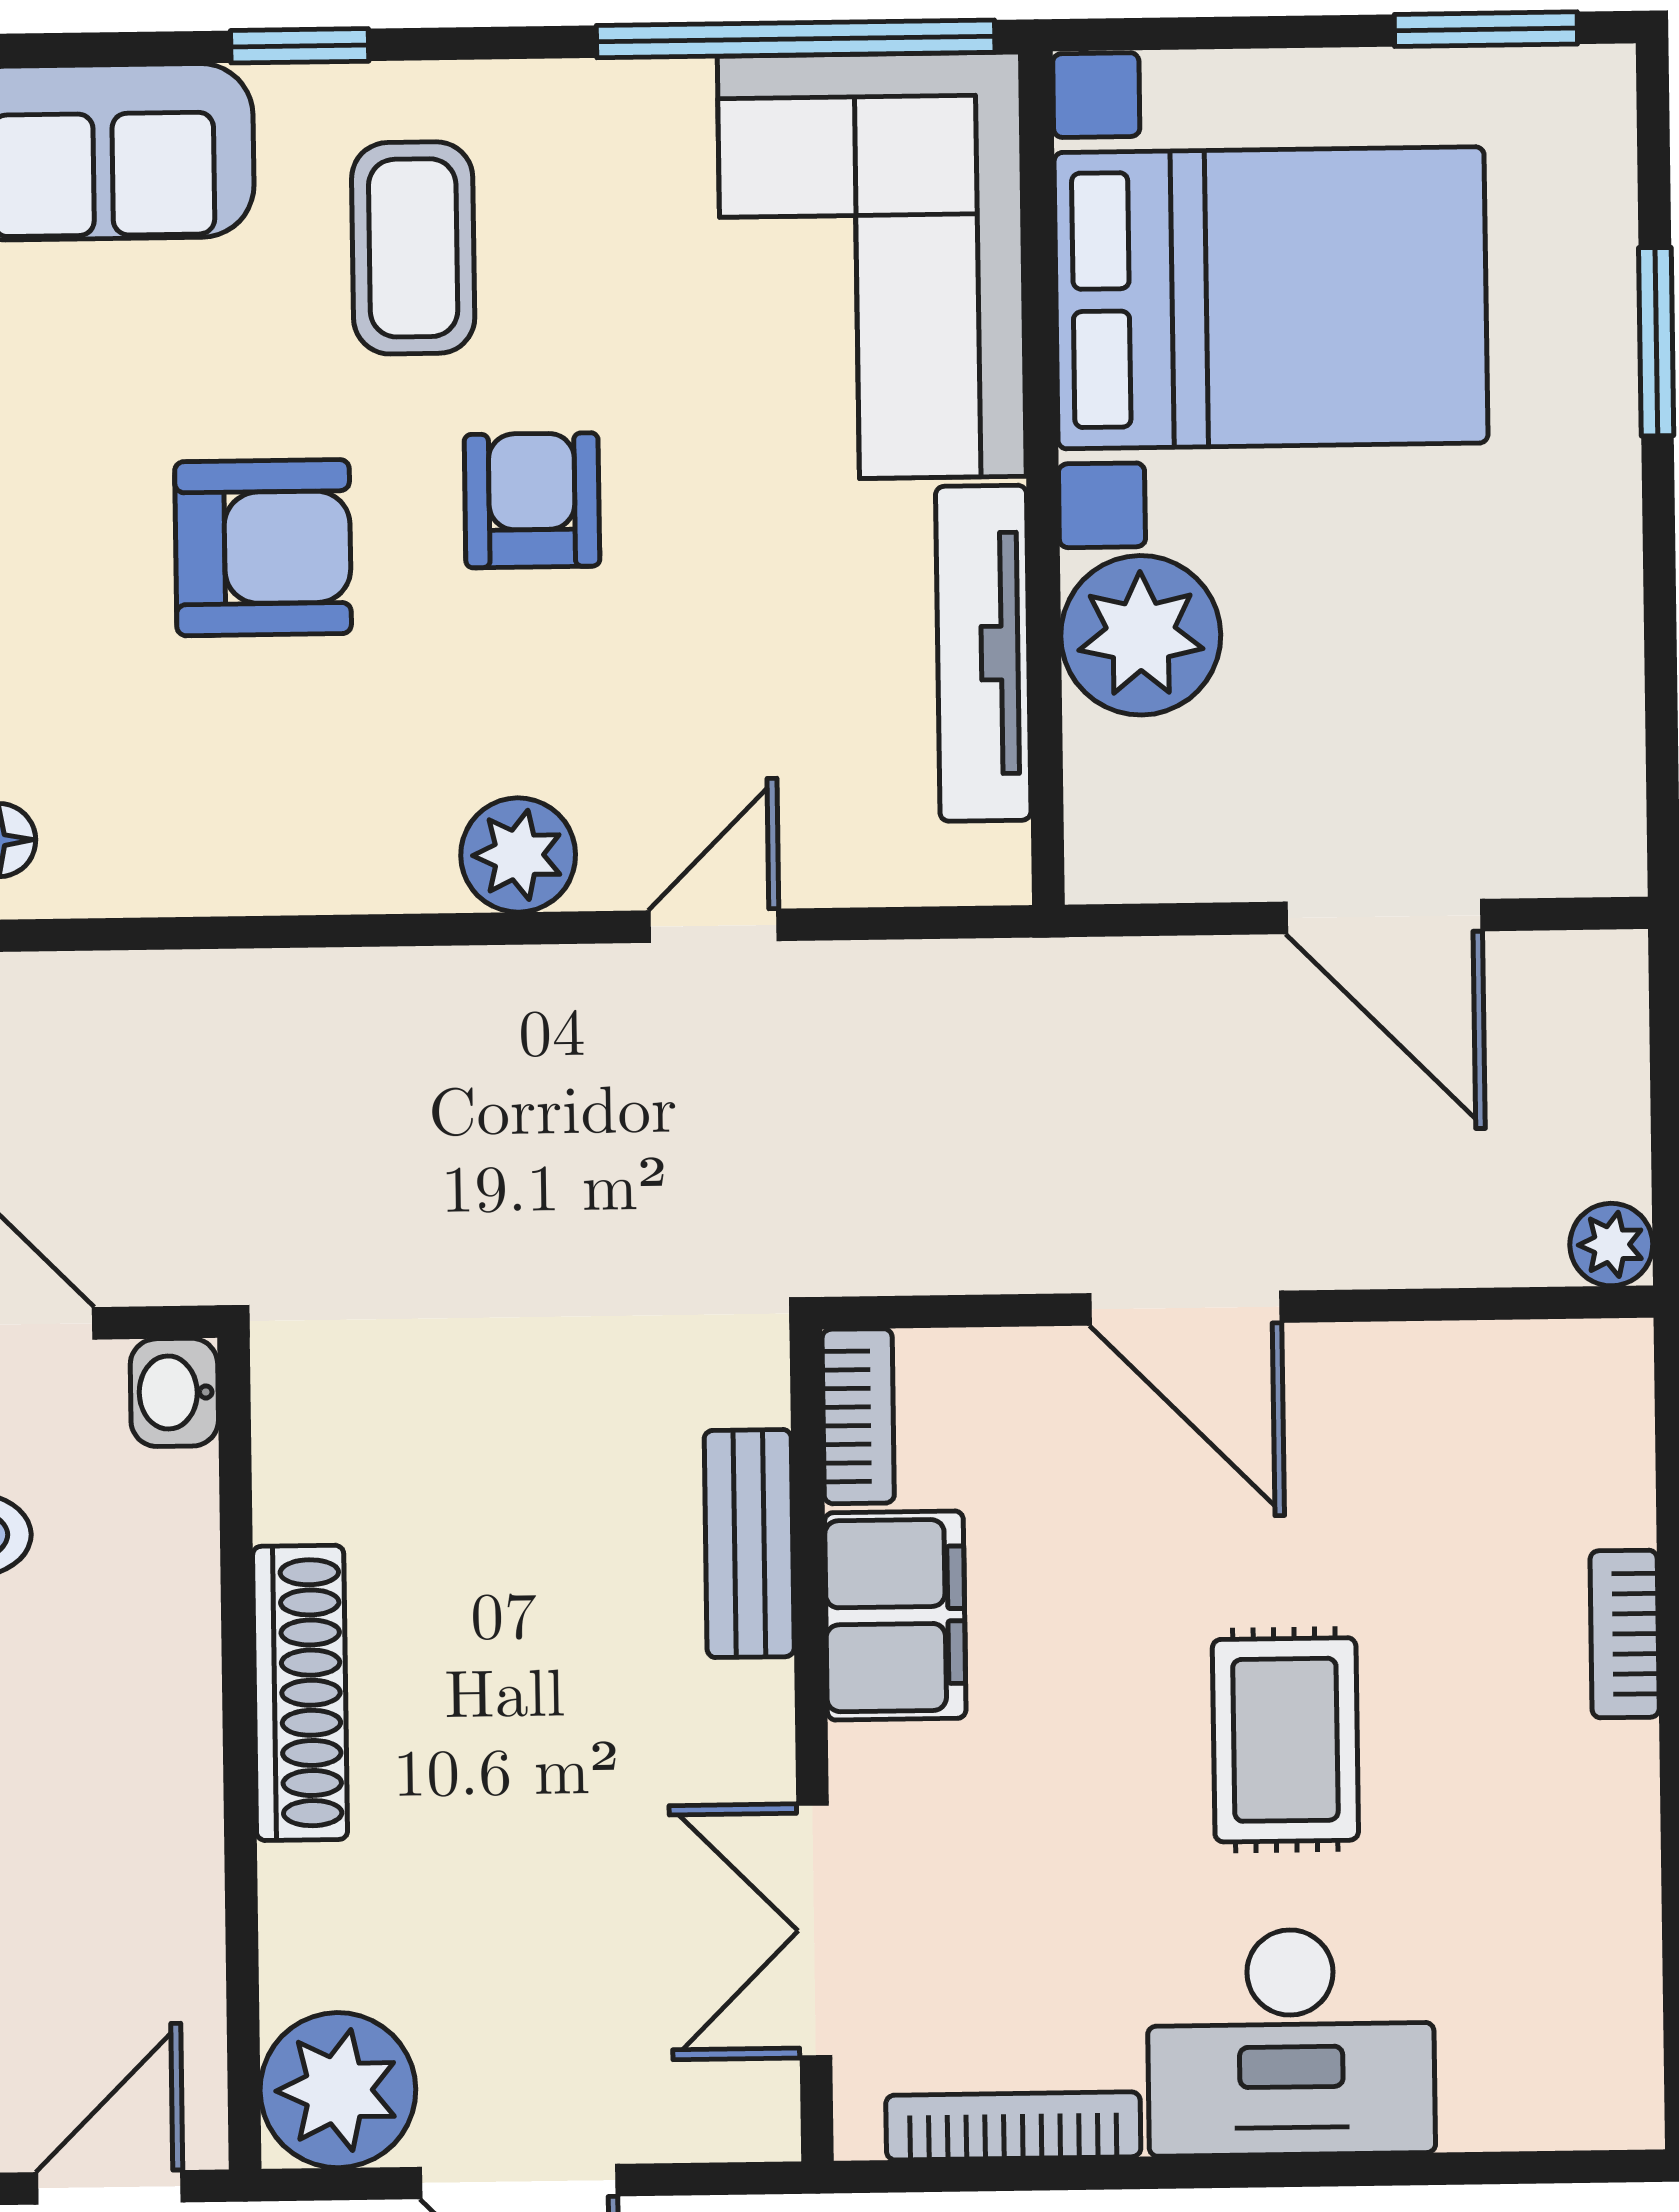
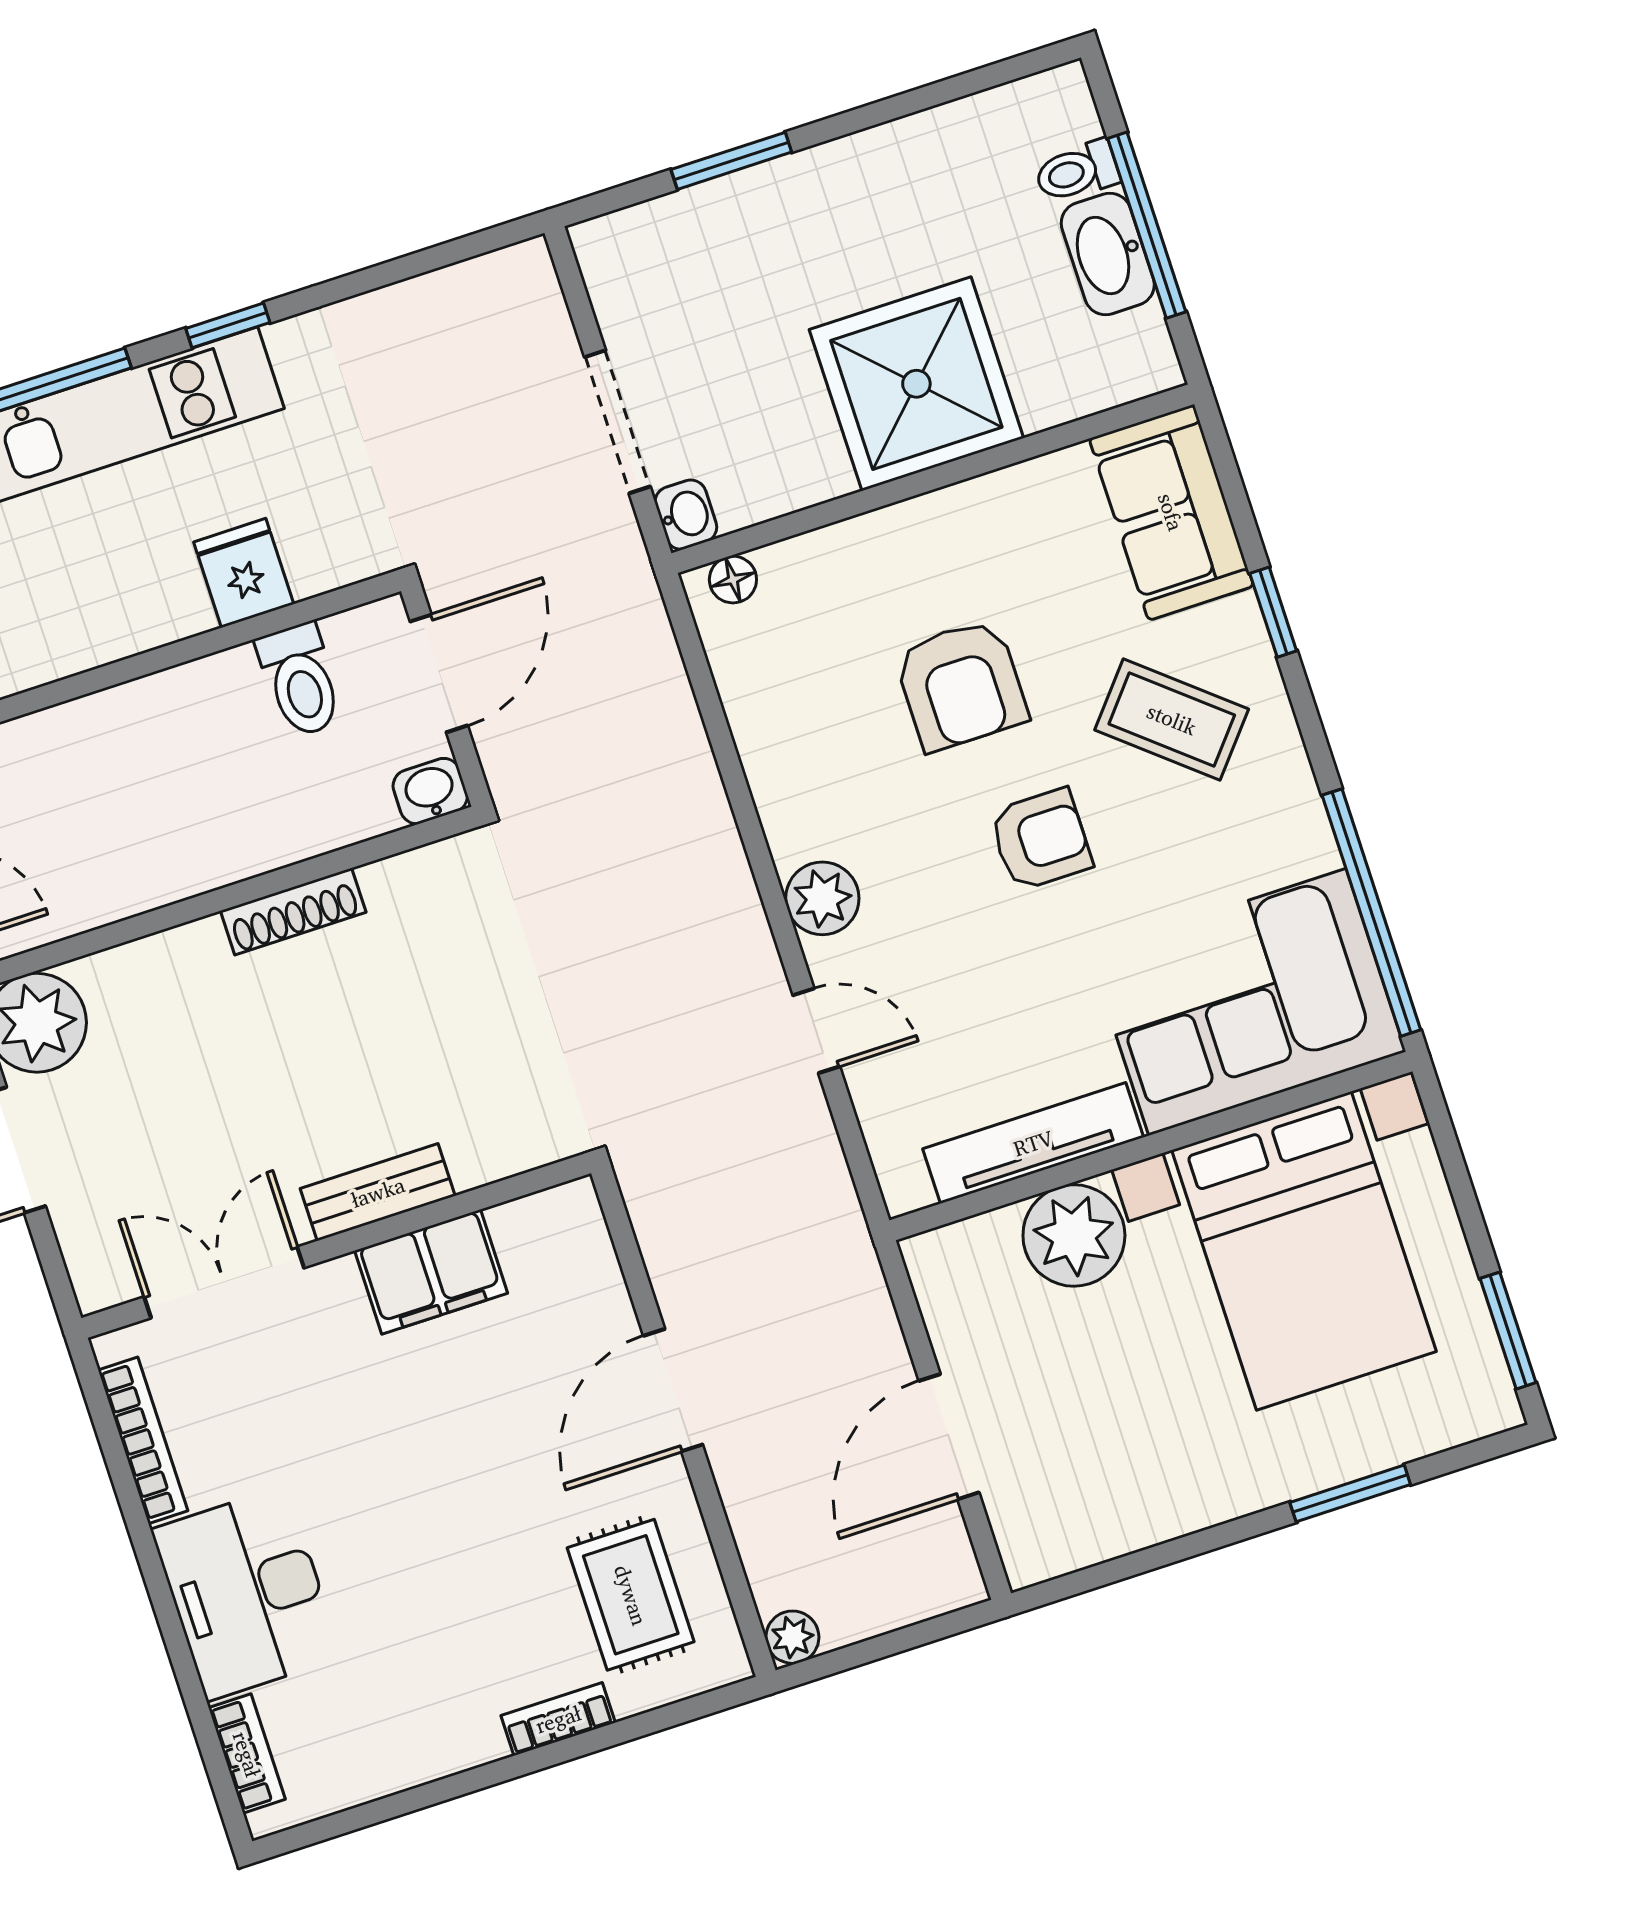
coffee table: (413, 248) -> (1172, 719), turned 40
bookcase: (858, 1416) -> (247, 1754), moved, turned -90
bench: (749, 1544) -> (378, 1192), moved
shoe rack: (300, 1693) -> (293, 912), width x0.74, depth x0.81
rug: (1285, 1740) -> (631, 1595), moved, turned 90

